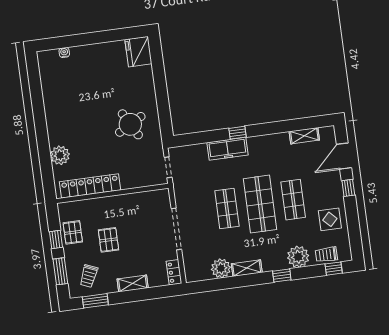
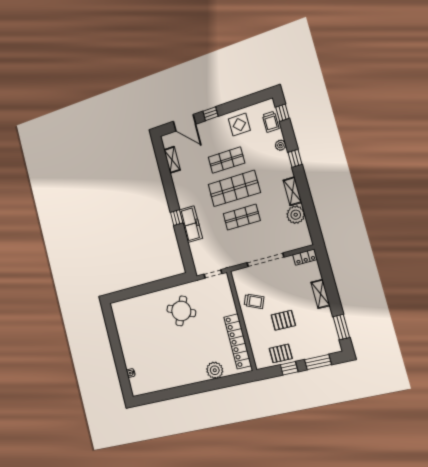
fridge: (138, 52) -> (123, 310), removed
round table: (130, 124) -> (181, 311), turned -37
plant: (298, 257) -> (280, 145), width x0.53, depth x0.53
trolley: (89, 276) -> (254, 301), moved

